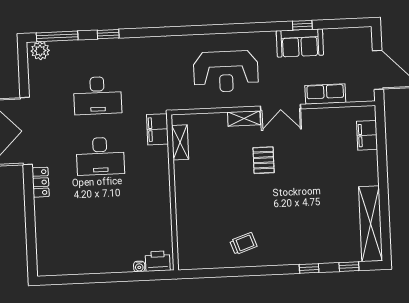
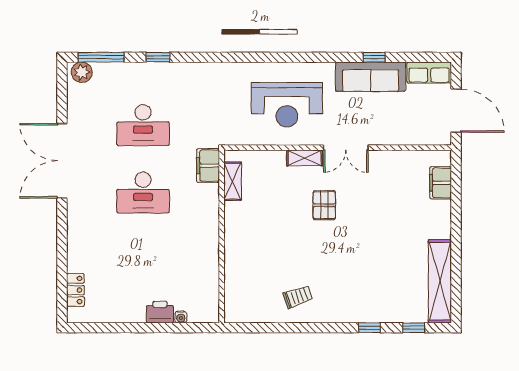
sofa: (300, 43) -> (371, 77), width x1.36
row of seats: (325, 94) -> (429, 73), moved, turned 180
locker: (41, 182) -> (75, 290), moved
printer: (158, 261) -> (160, 312), moved

